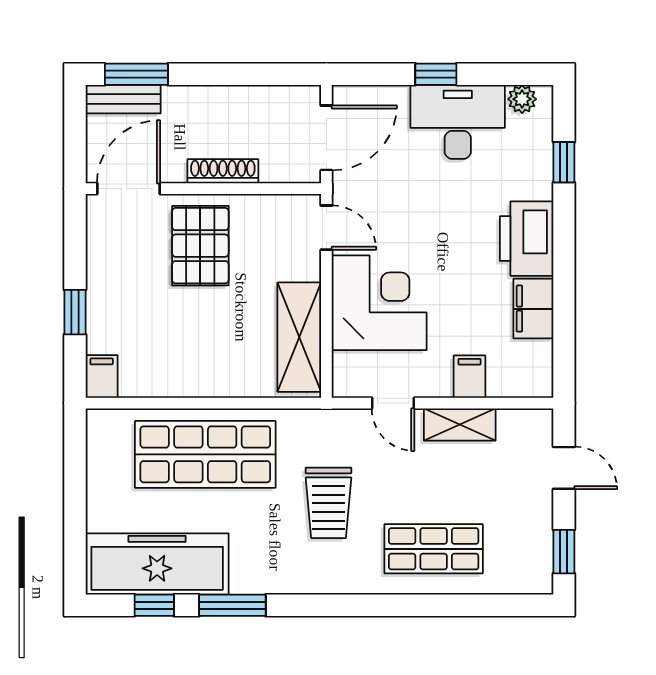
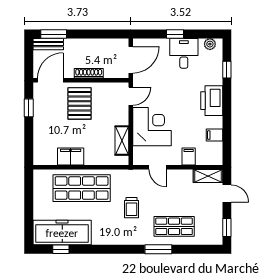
desk: (458, 122) -> (184, 53), width x0.73
door: (326, 228) -> (131, 96), hinge flipped
filing cabinet: (533, 309) -> (214, 135), width x0.50
window: (75, 312) -> (29, 108), moved
shelving: (299, 337) -> (122, 141), width x0.67, depth x0.75
filing cabinet: (102, 376) -> (71, 156), moved, width x2.00
shelving: (460, 424) -> (208, 176), moved
trolley: (329, 503) -> (131, 208), width x0.73, depth x0.72
window: (232, 605) -> (158, 249), moved

